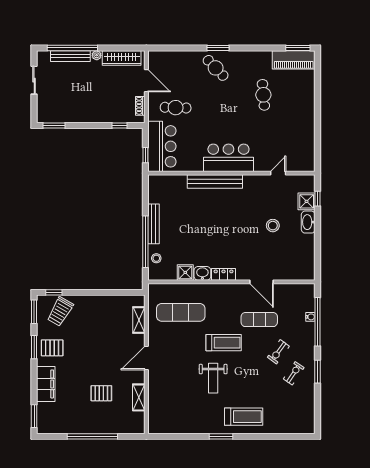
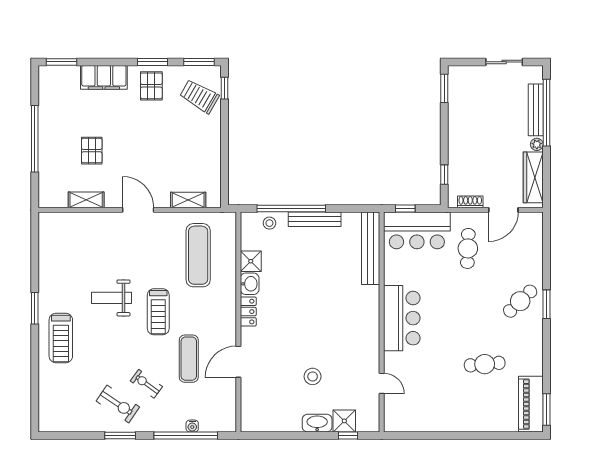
bench: (215, 182) -> (371, 248), moved
exercise bike: (294, 373) -> (118, 404), width x1.38, depth x1.39

